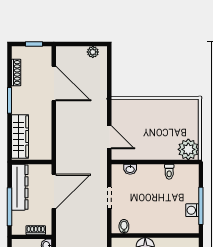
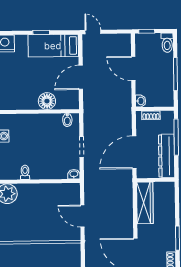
wardrobe: (20, 136) -> (145, 203), moved, turned 180
door: (109, 137) -> (82, 216), moved
washbasin: (130, 169) -> (74, 174), moved

